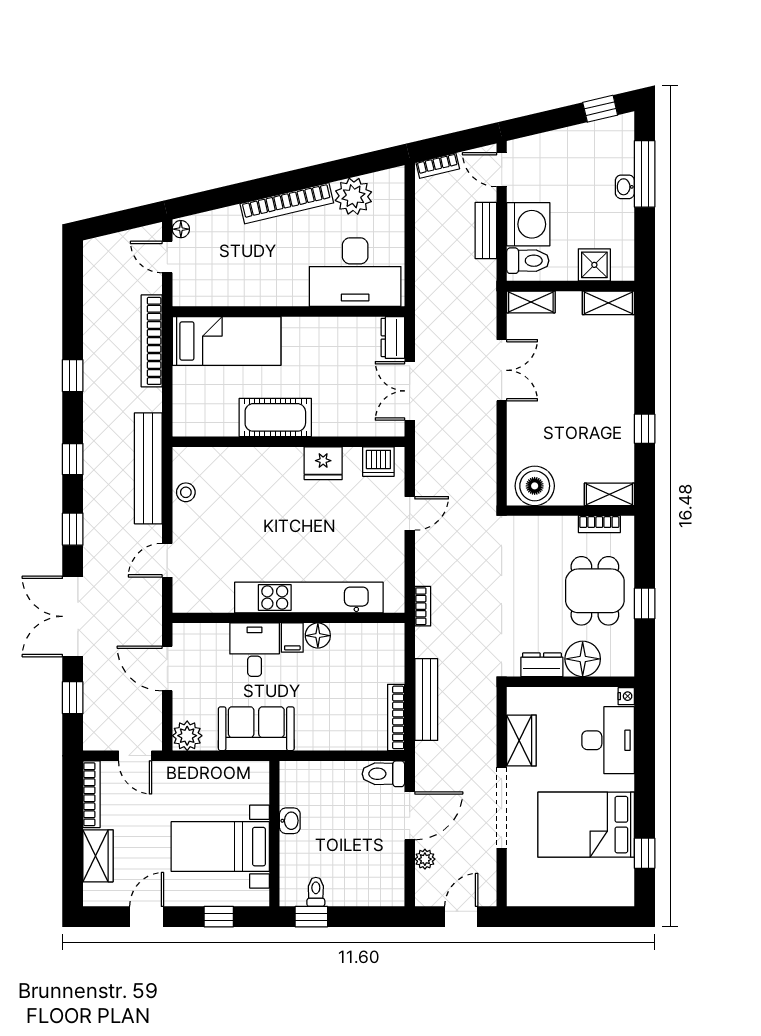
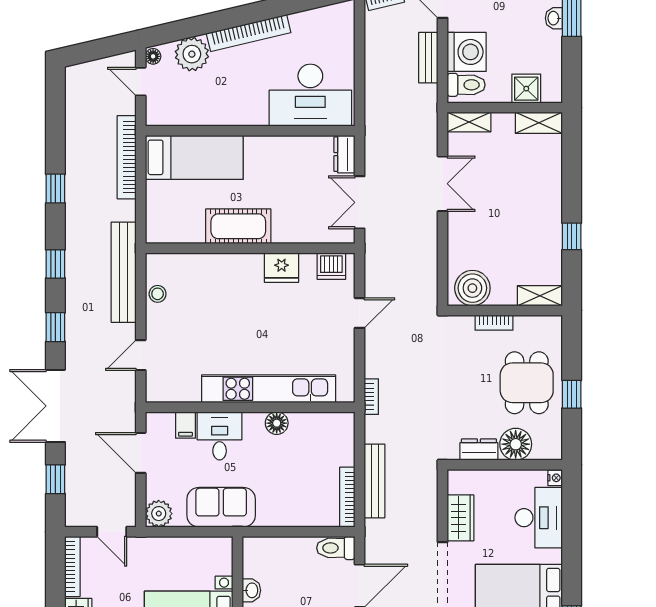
plant: (353, 196) -> (192, 54), moved
bookcase: (599, 524) -> (494, 323), moved
filing cabinet: (292, 638) -> (185, 425), moved

